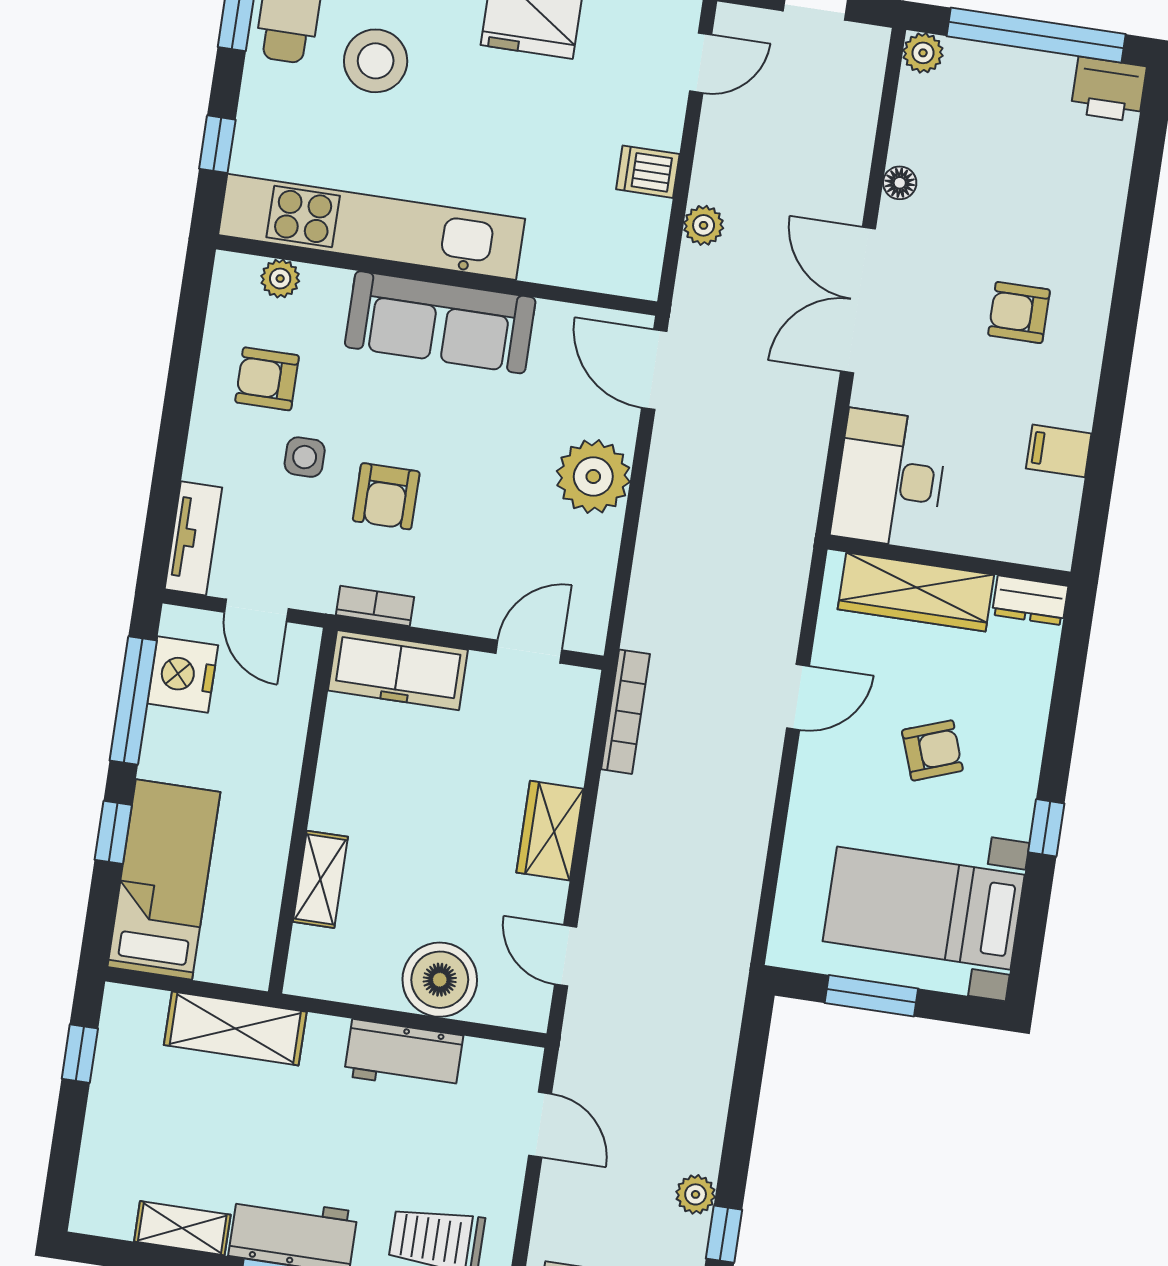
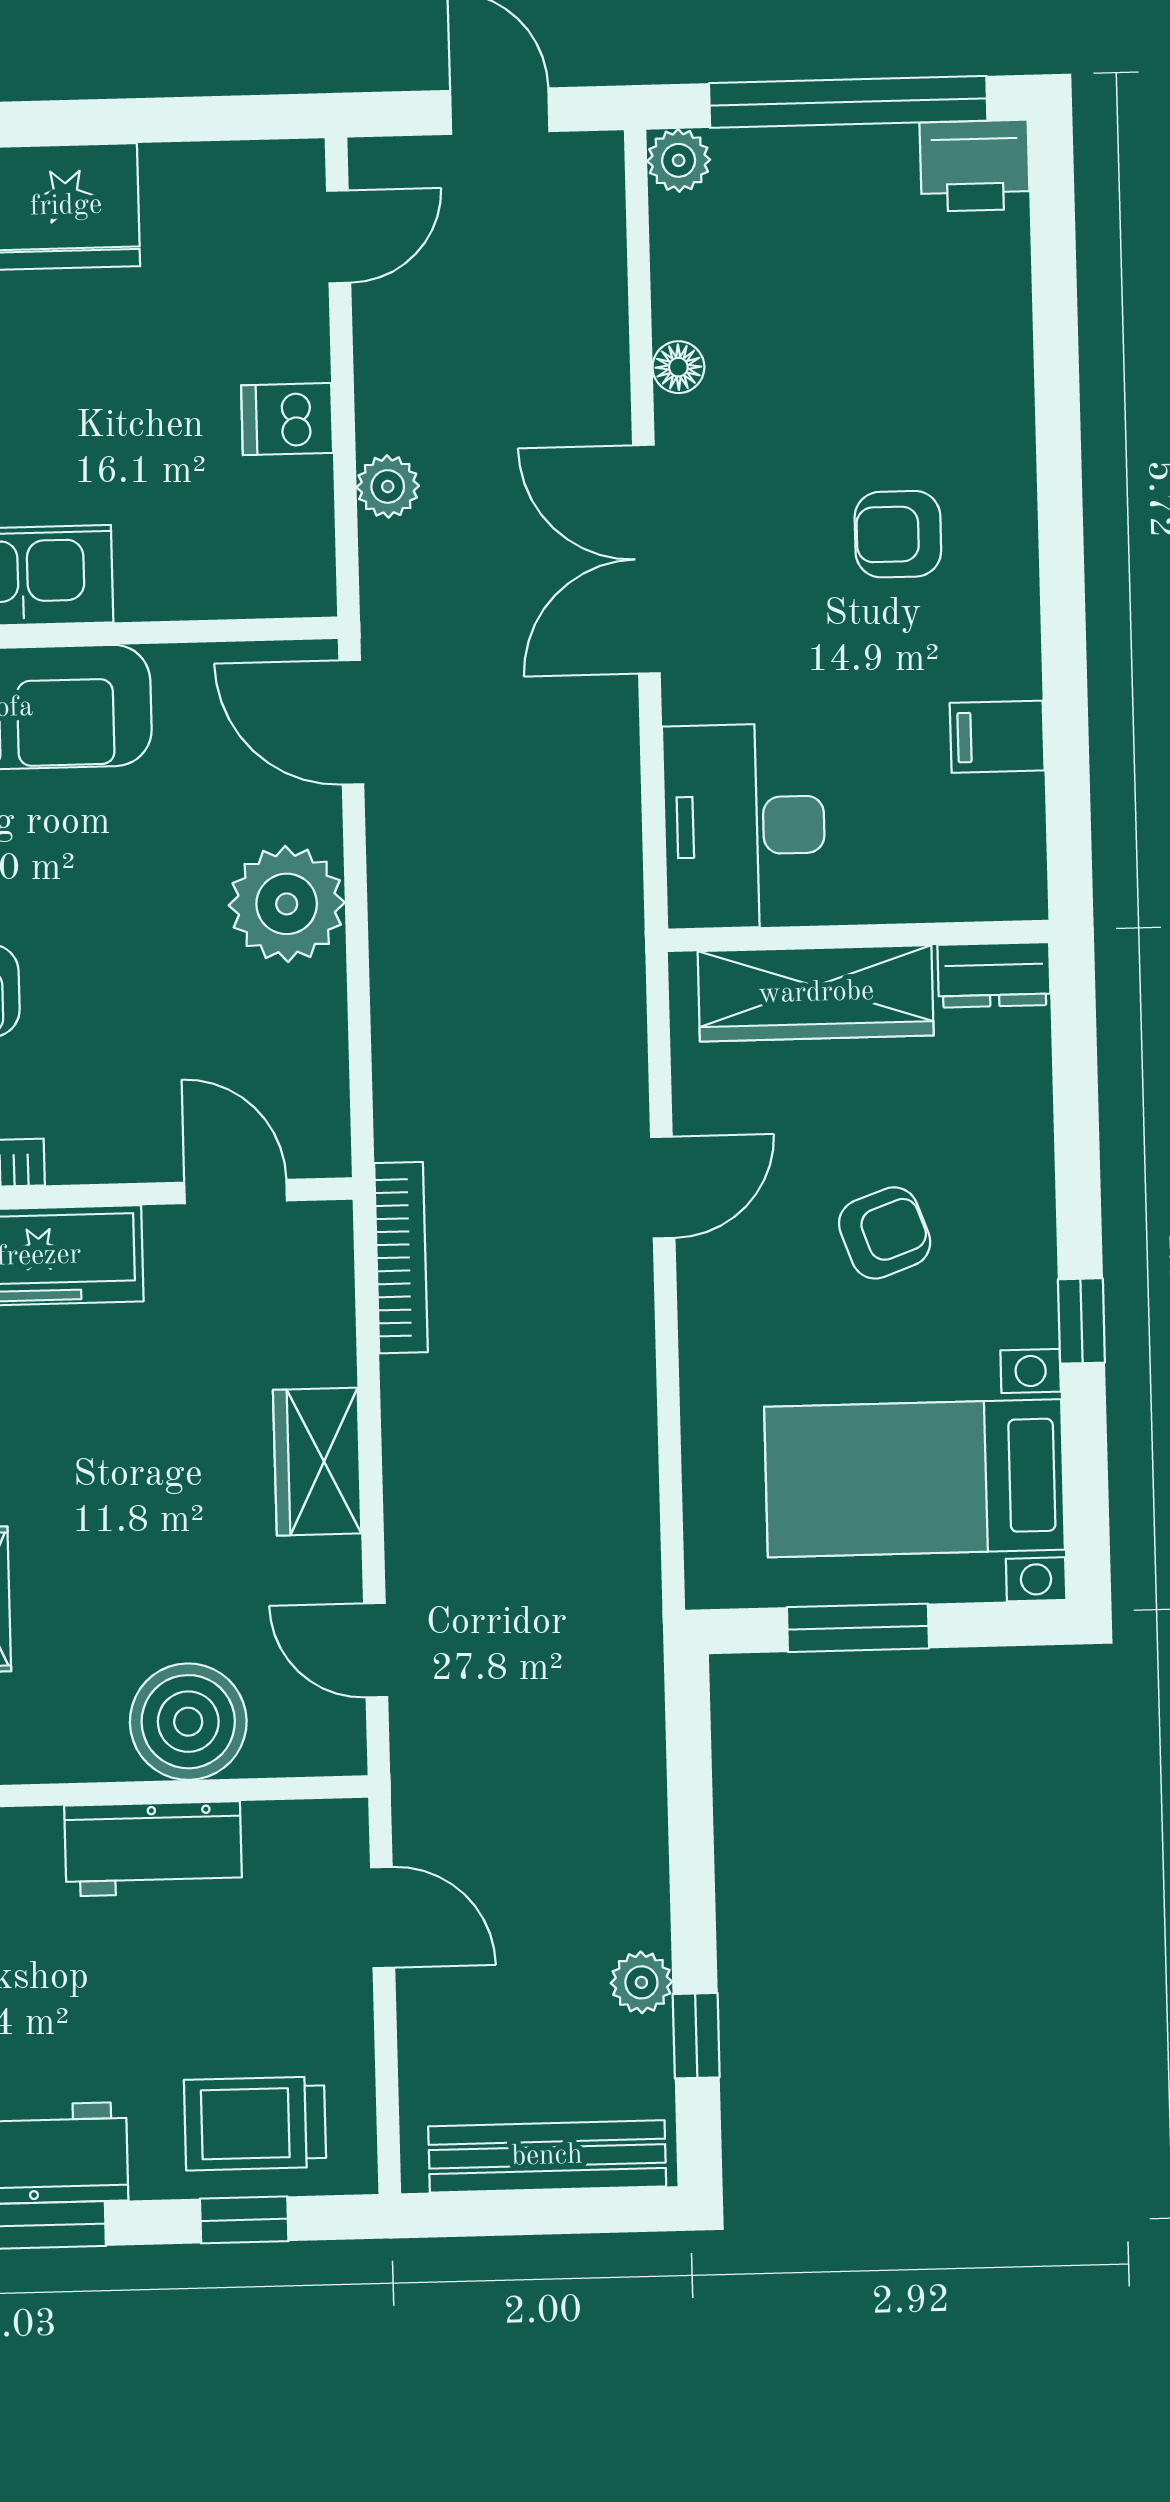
door: (529, 652) -> (236, 1191), hinge flipped

